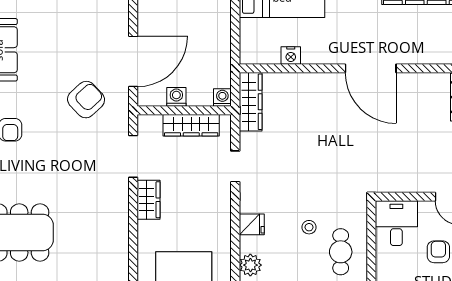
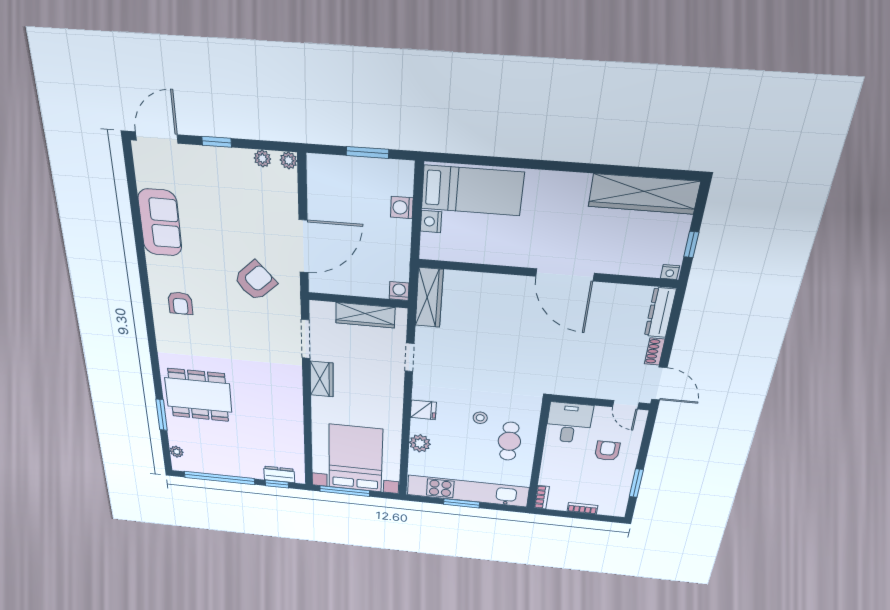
nightstand: (291, 56) -> (431, 222), moved, turned 90
washing machine: (176, 97) -> (402, 208), moved, turned -90

